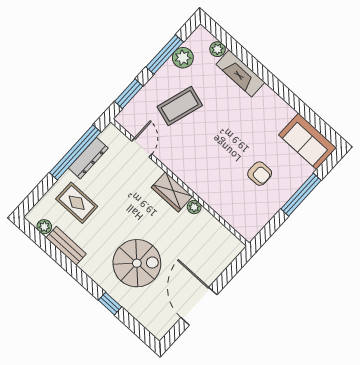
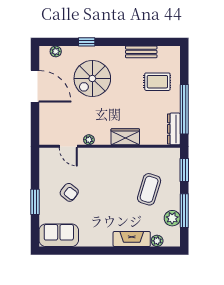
door: (142, 148) -> (68, 146), moved
dresser: (88, 158) -> (174, 129), moved
armchair: (260, 174) -> (69, 192), turned -142
wardrobe: (172, 192) -> (125, 137), moved
window: (301, 195) -> (35, 202), width x0.69
plant: (44, 227) -> (56, 51), moved

